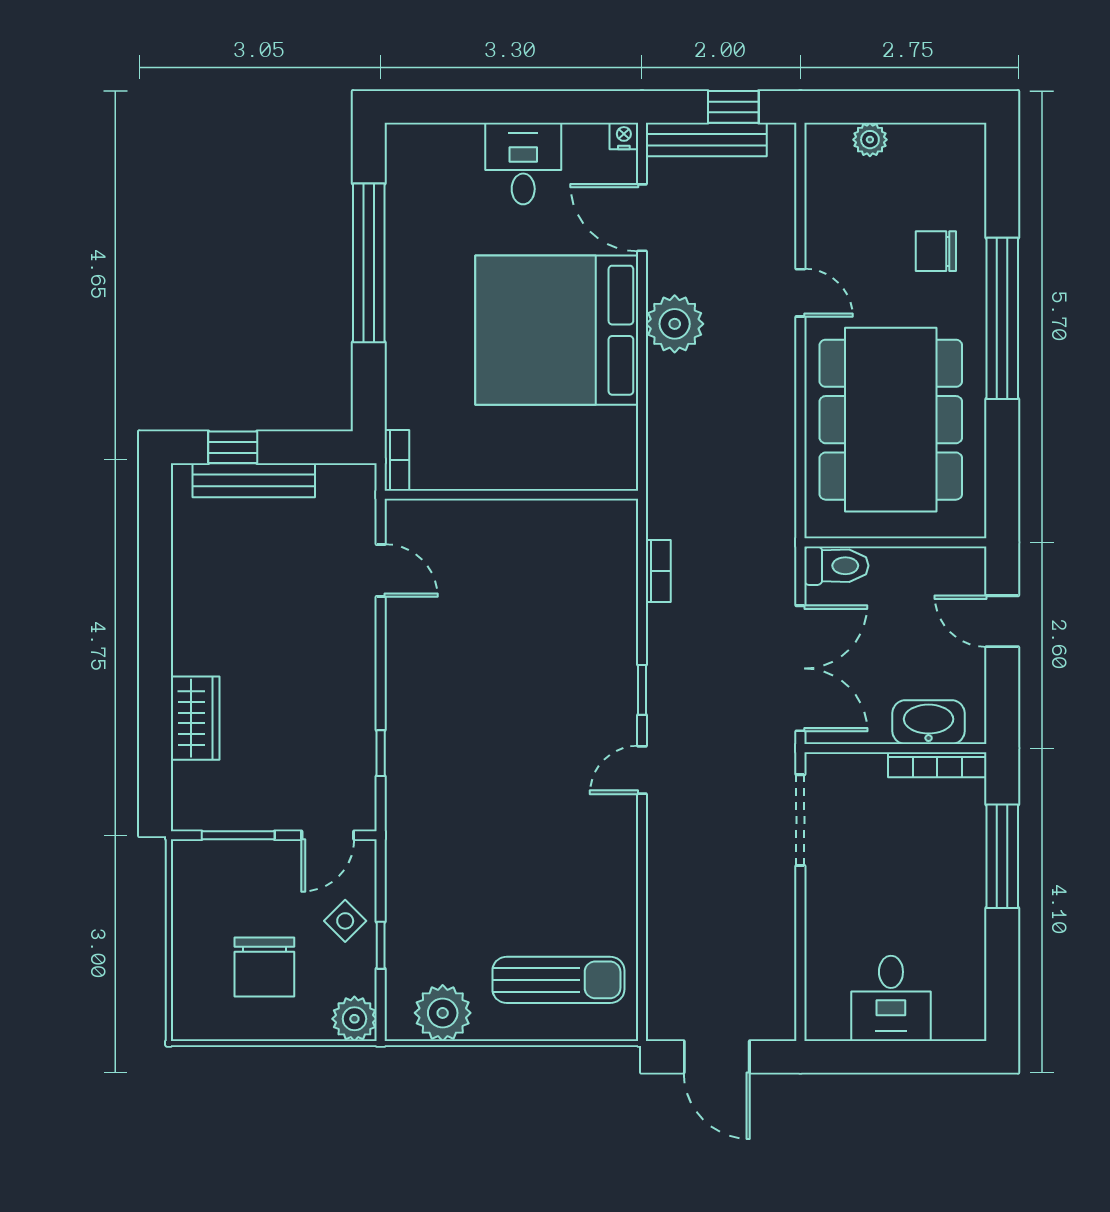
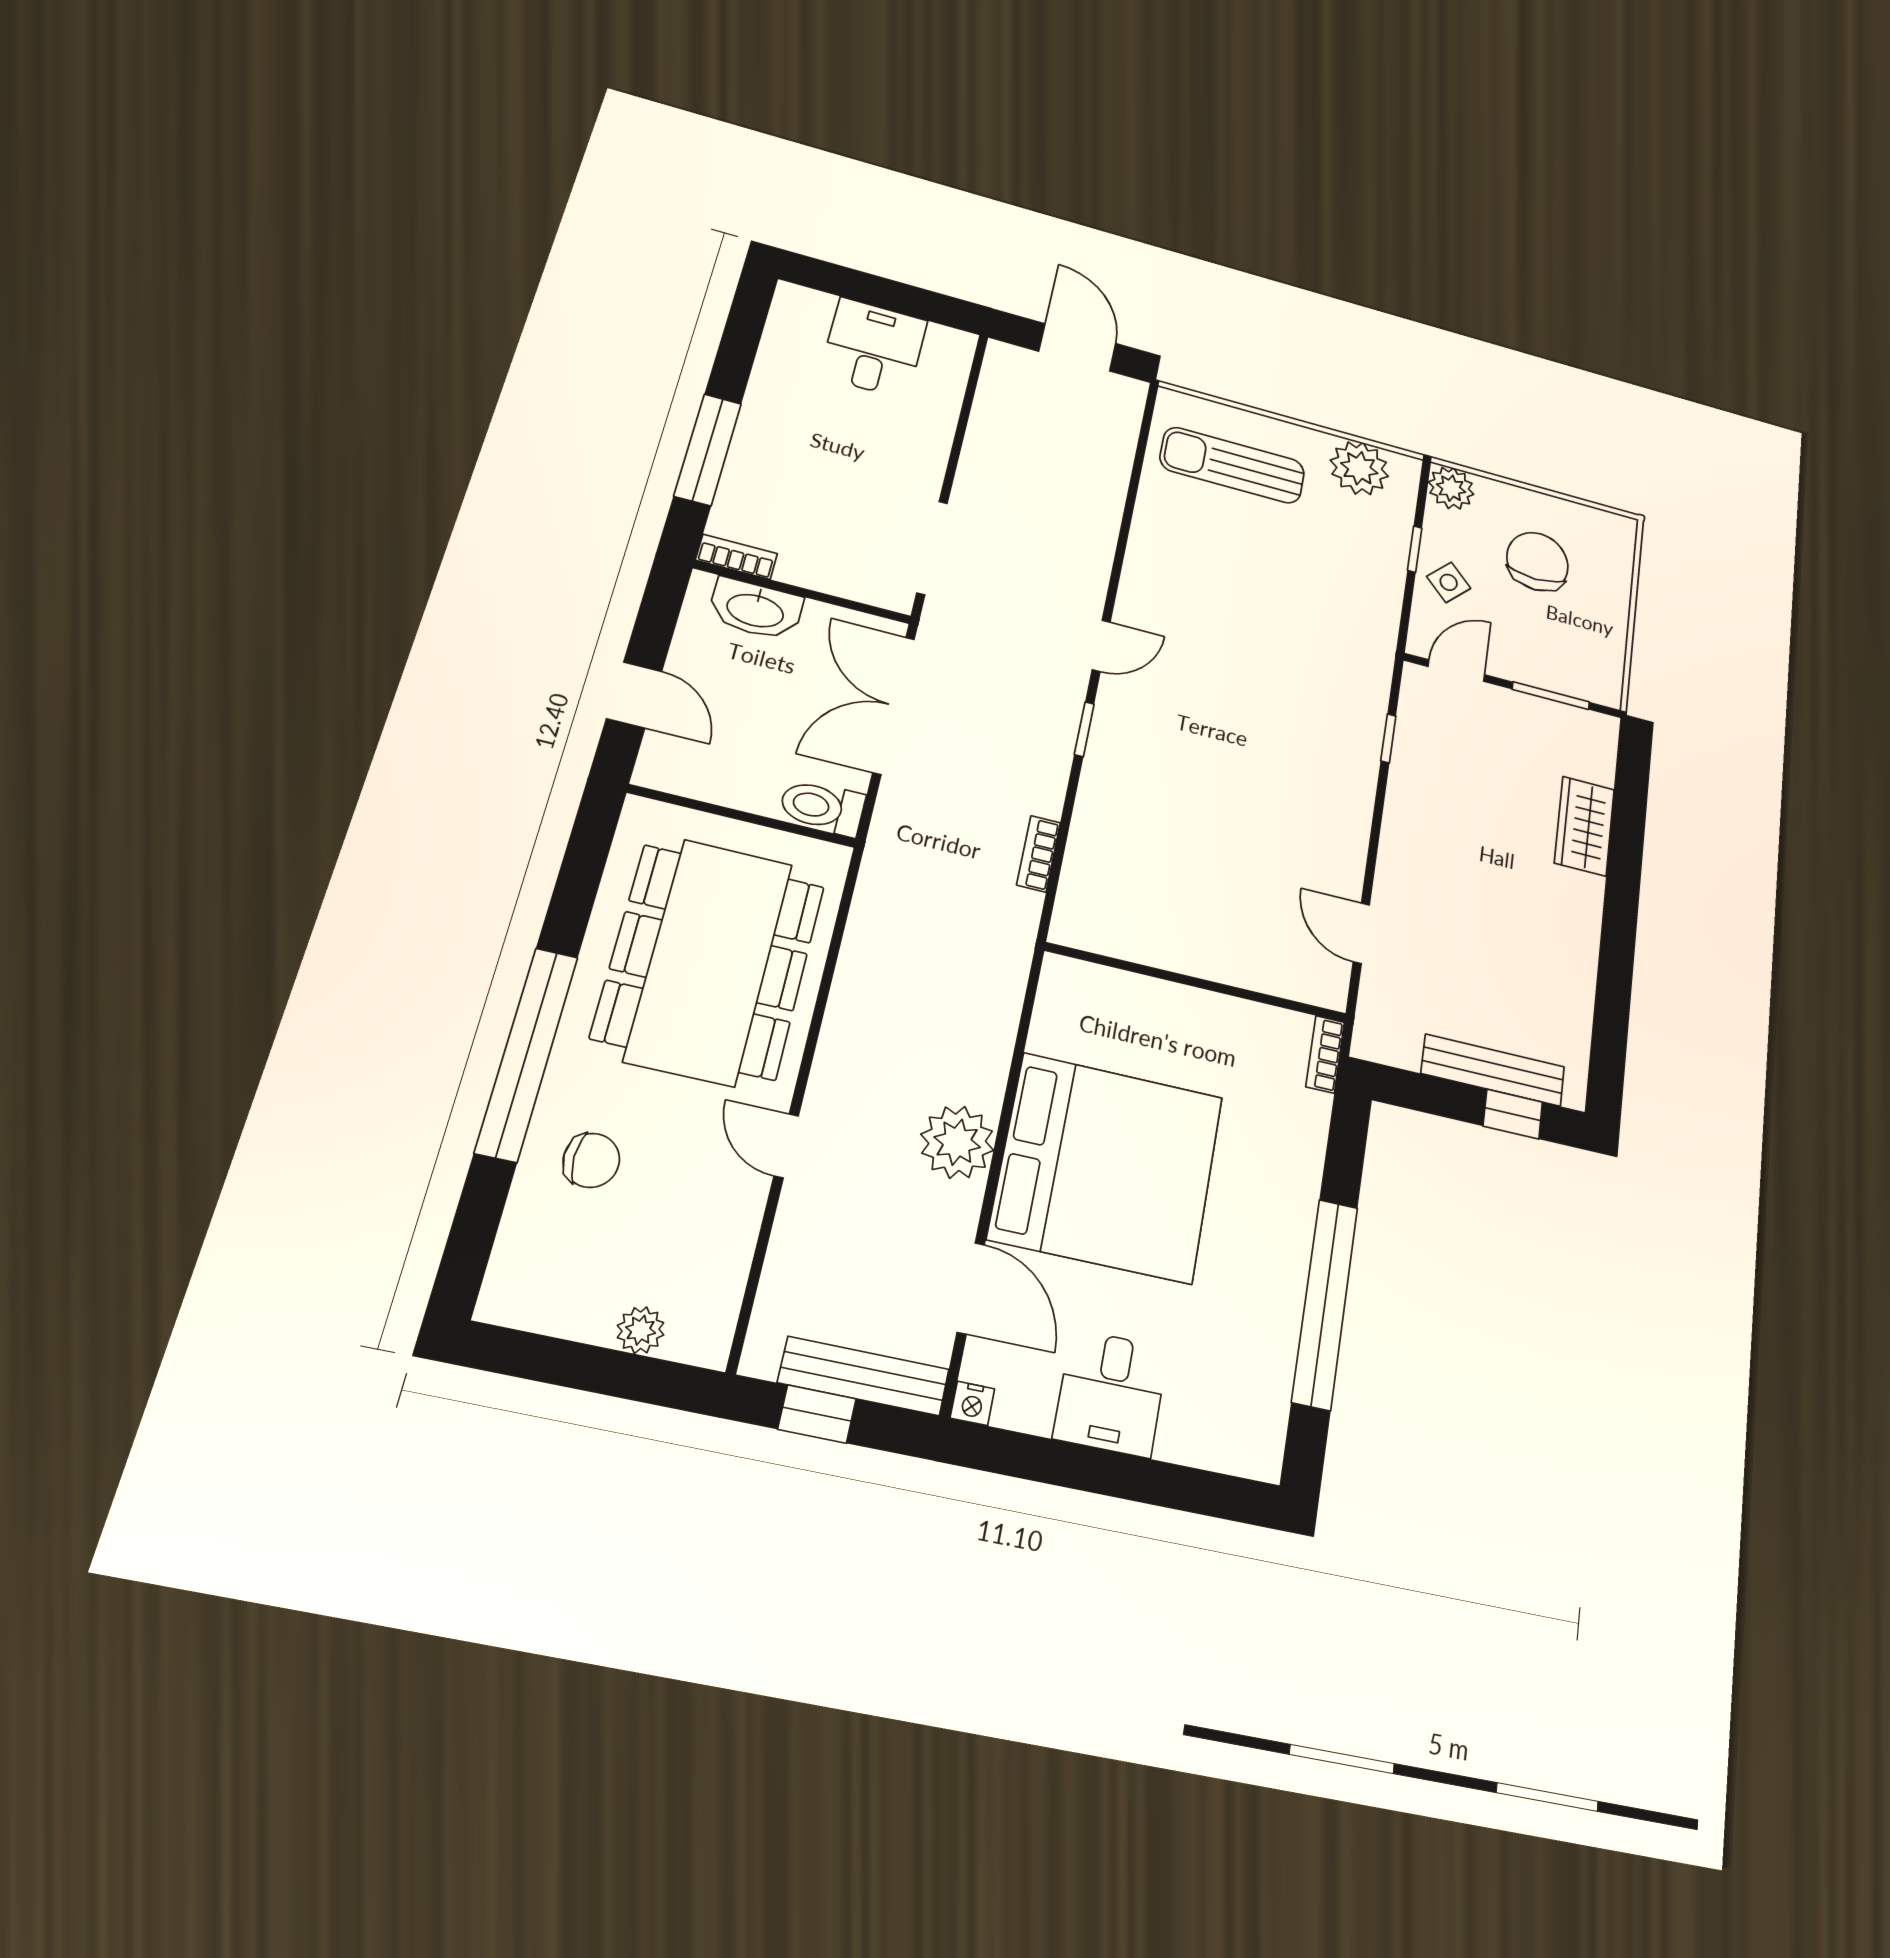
bookcase: (937, 765) -> (736, 557), width x0.64

